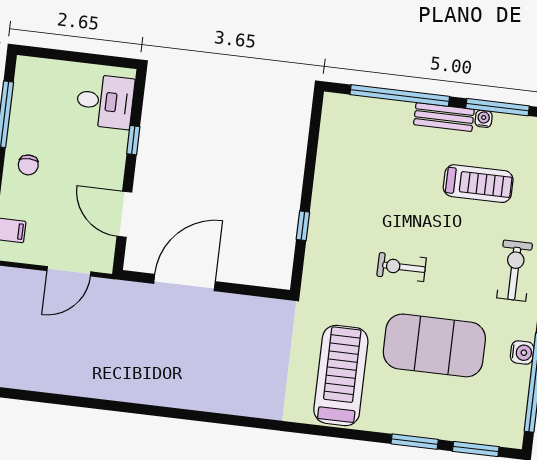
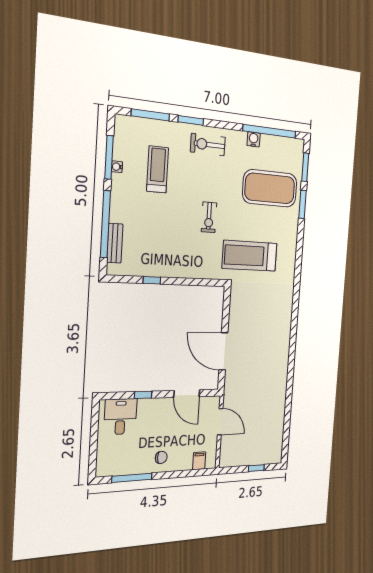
bench: (444, 117) -> (115, 243), moved
door: (124, 214) -> (187, 394), hinge flipped
window: (303, 226) -> (152, 280), moved
exercise mat: (434, 345) -> (270, 188), moved, turned 90
treadmill: (341, 375) -> (250, 256), moved

